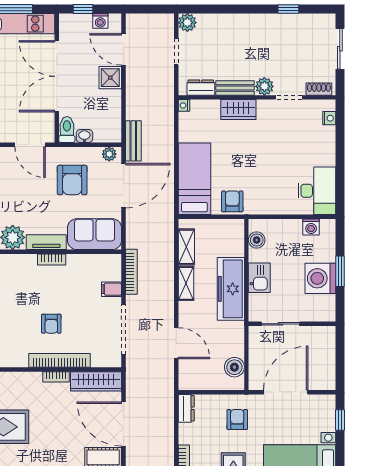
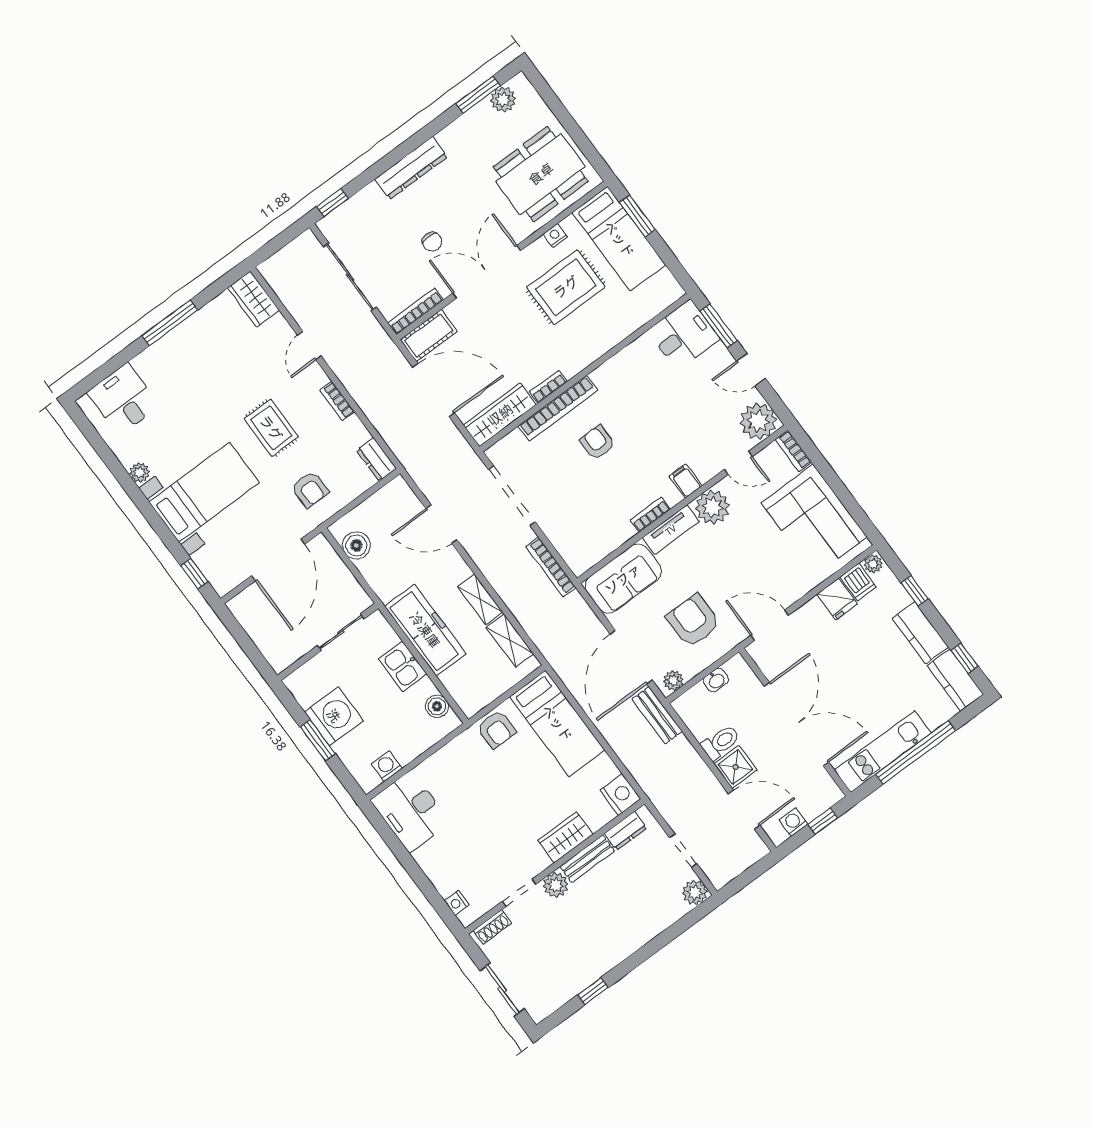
nightstand: (184, 105) -> (620, 795), width x1.89, depth x1.79
toilet: (67, 130) -> (721, 742), moved, turned -90
filing cabinet: (112, 289) -> (686, 481), moved, turned -90

